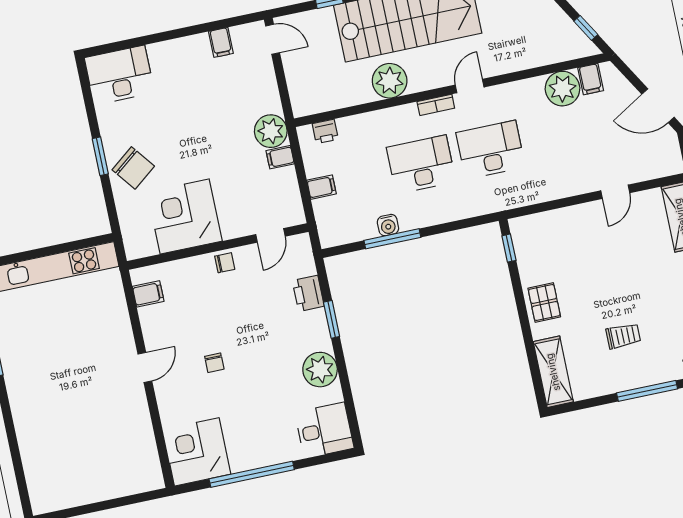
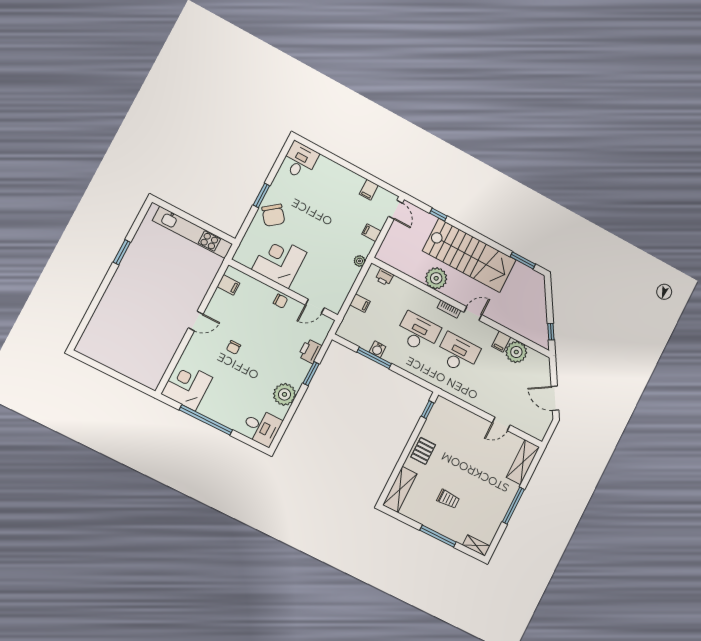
desk: (119, 75) -> (300, 161), width x0.73
filing cabinet: (591, 79) -> (501, 342), moved
plant: (271, 131) -> (360, 261), width x0.53, depth x0.53
filing cabinet: (280, 157) -> (371, 233), moved

